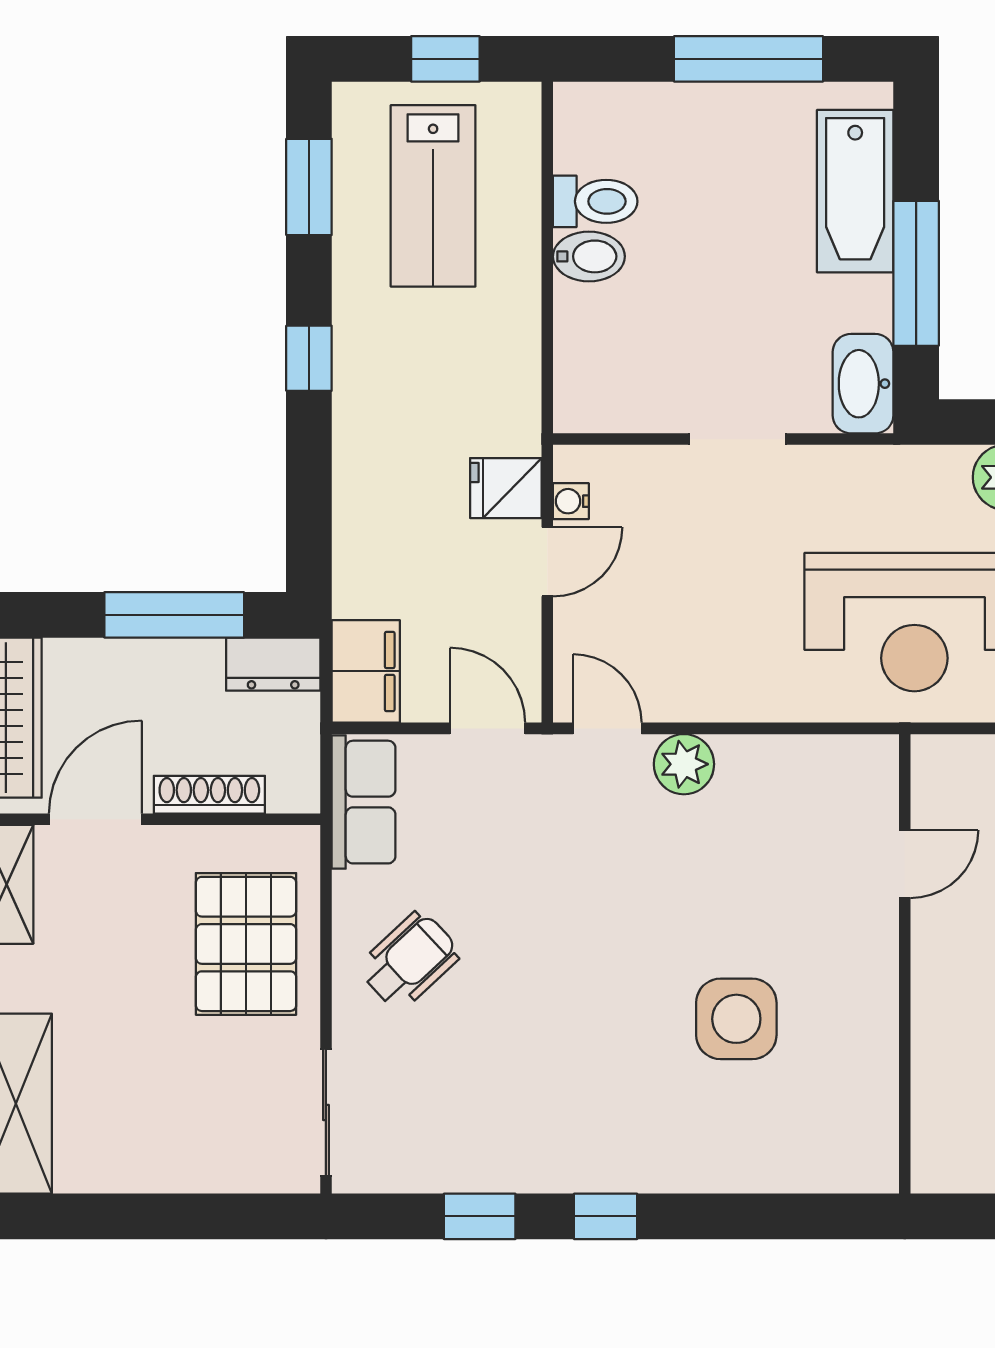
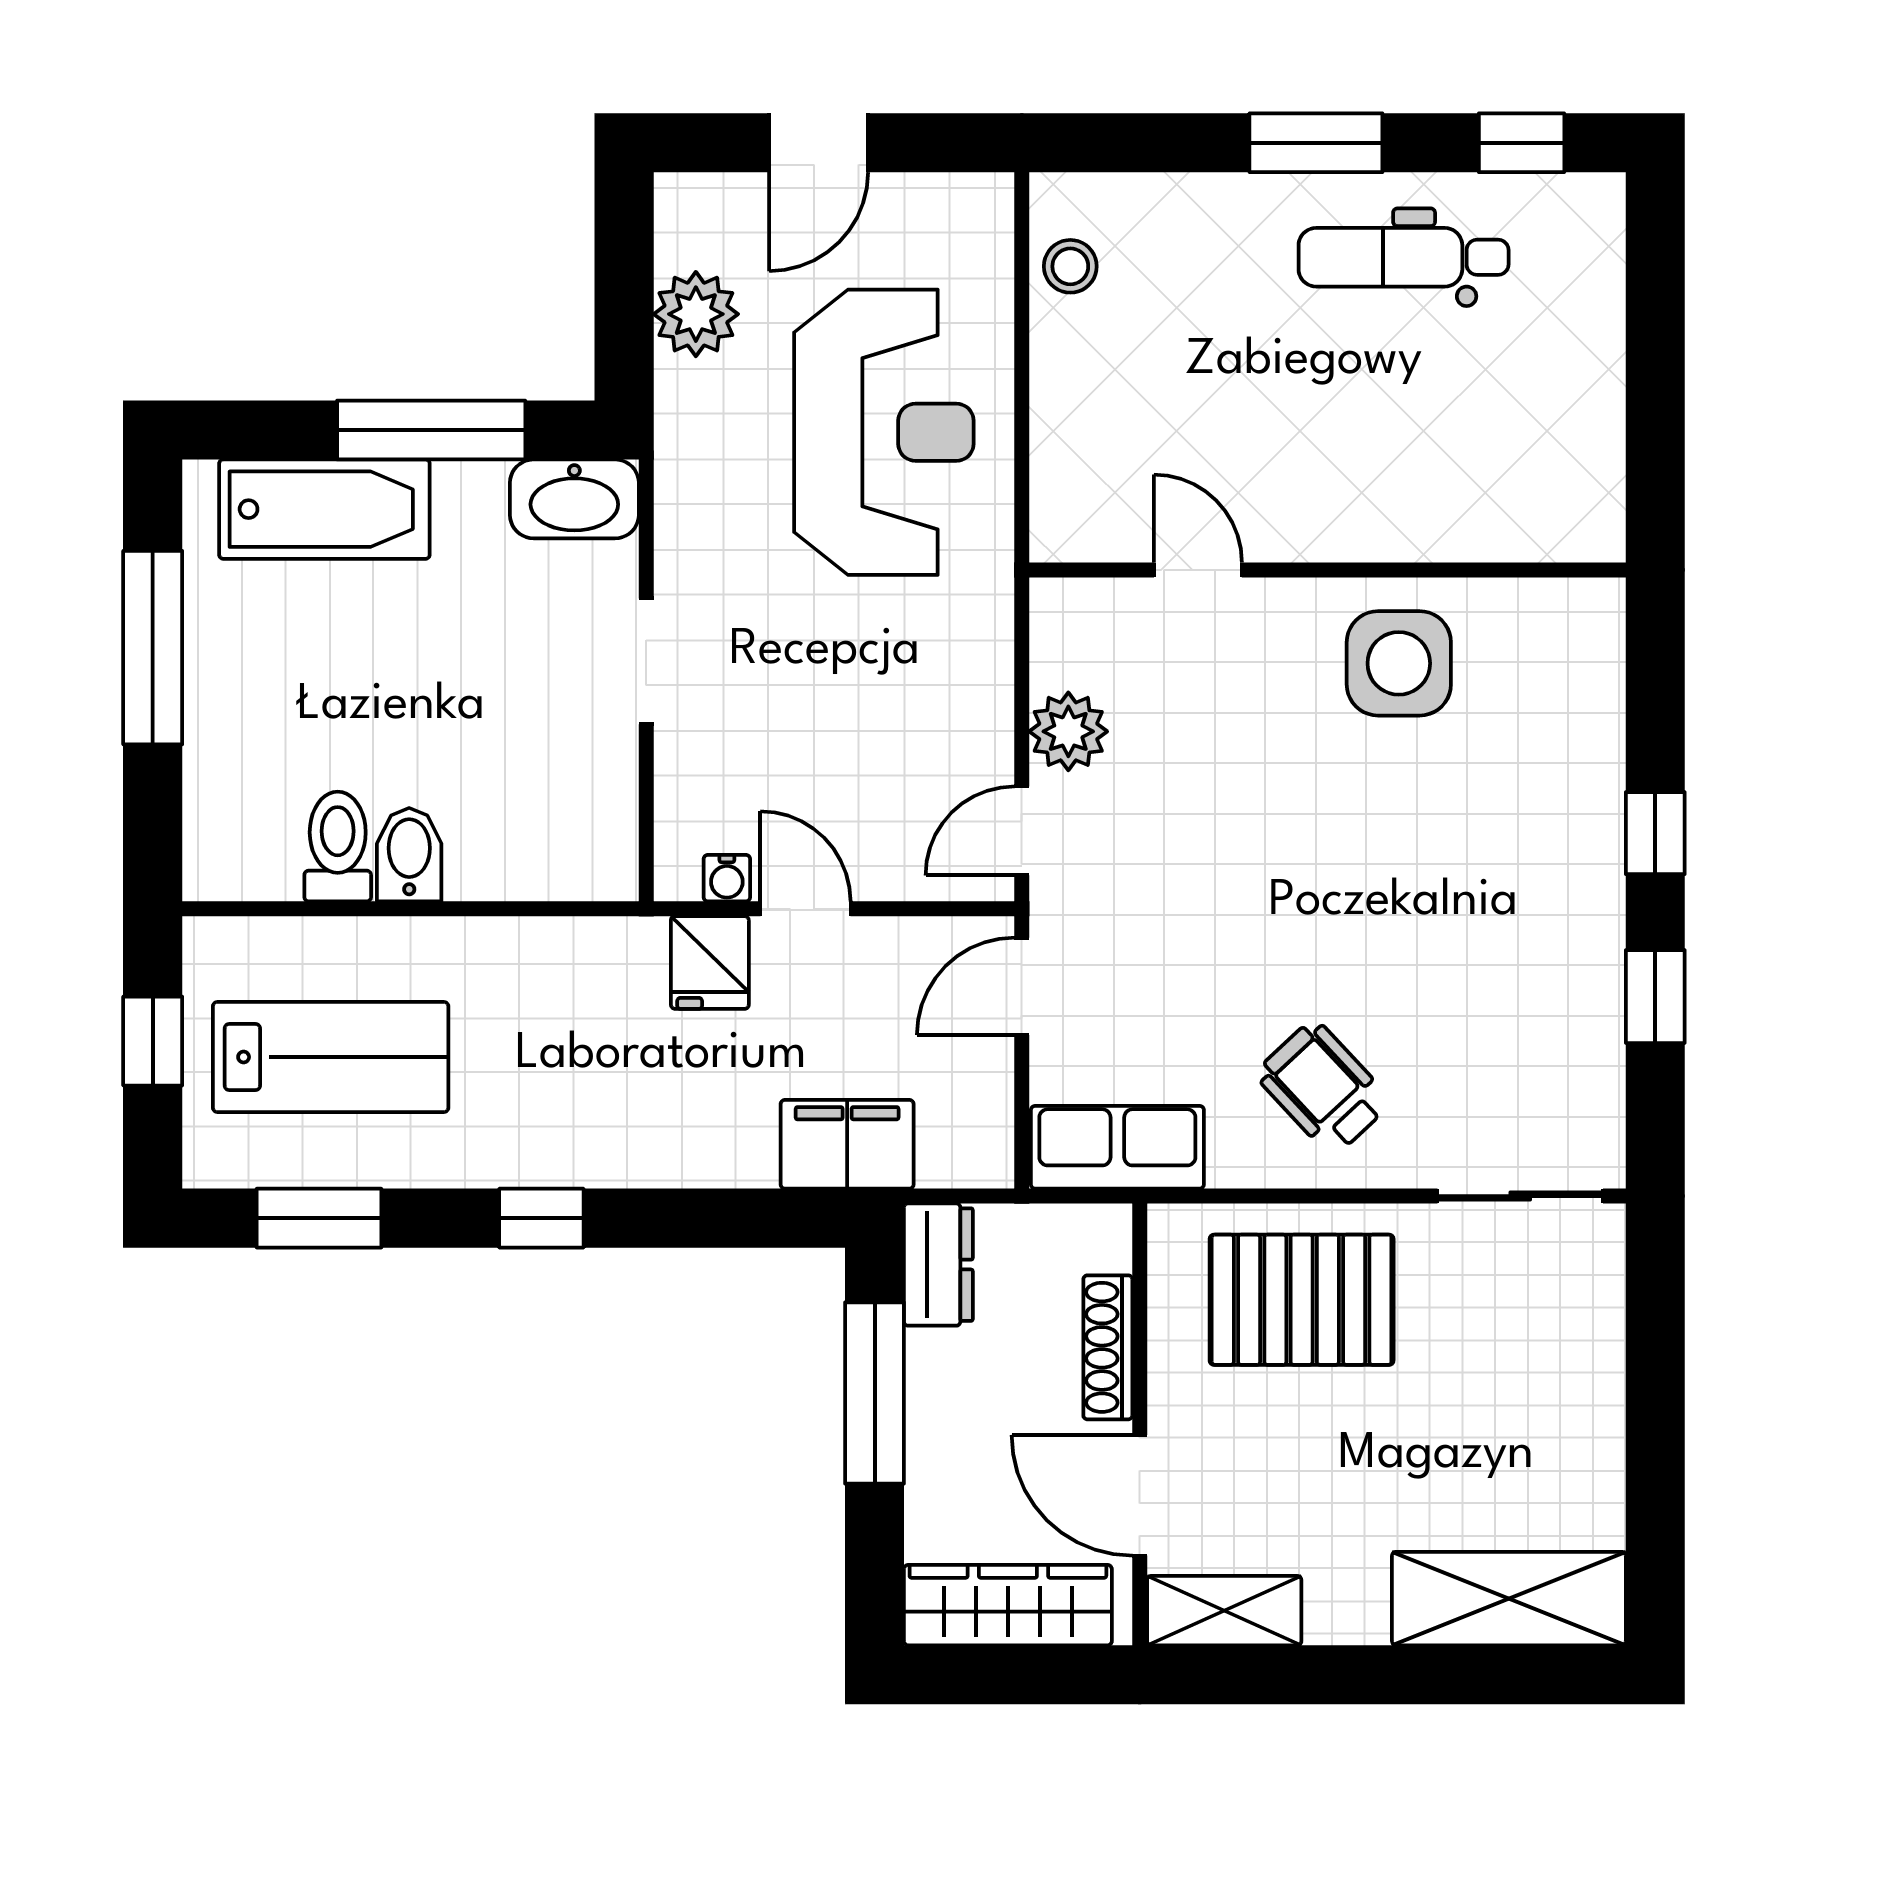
filing cabinet: (366, 671) -> (847, 1144), moved
door: (905, 864) -> (1198, 570), moved
wall: (905, 964) -> (1327, 570), moved

